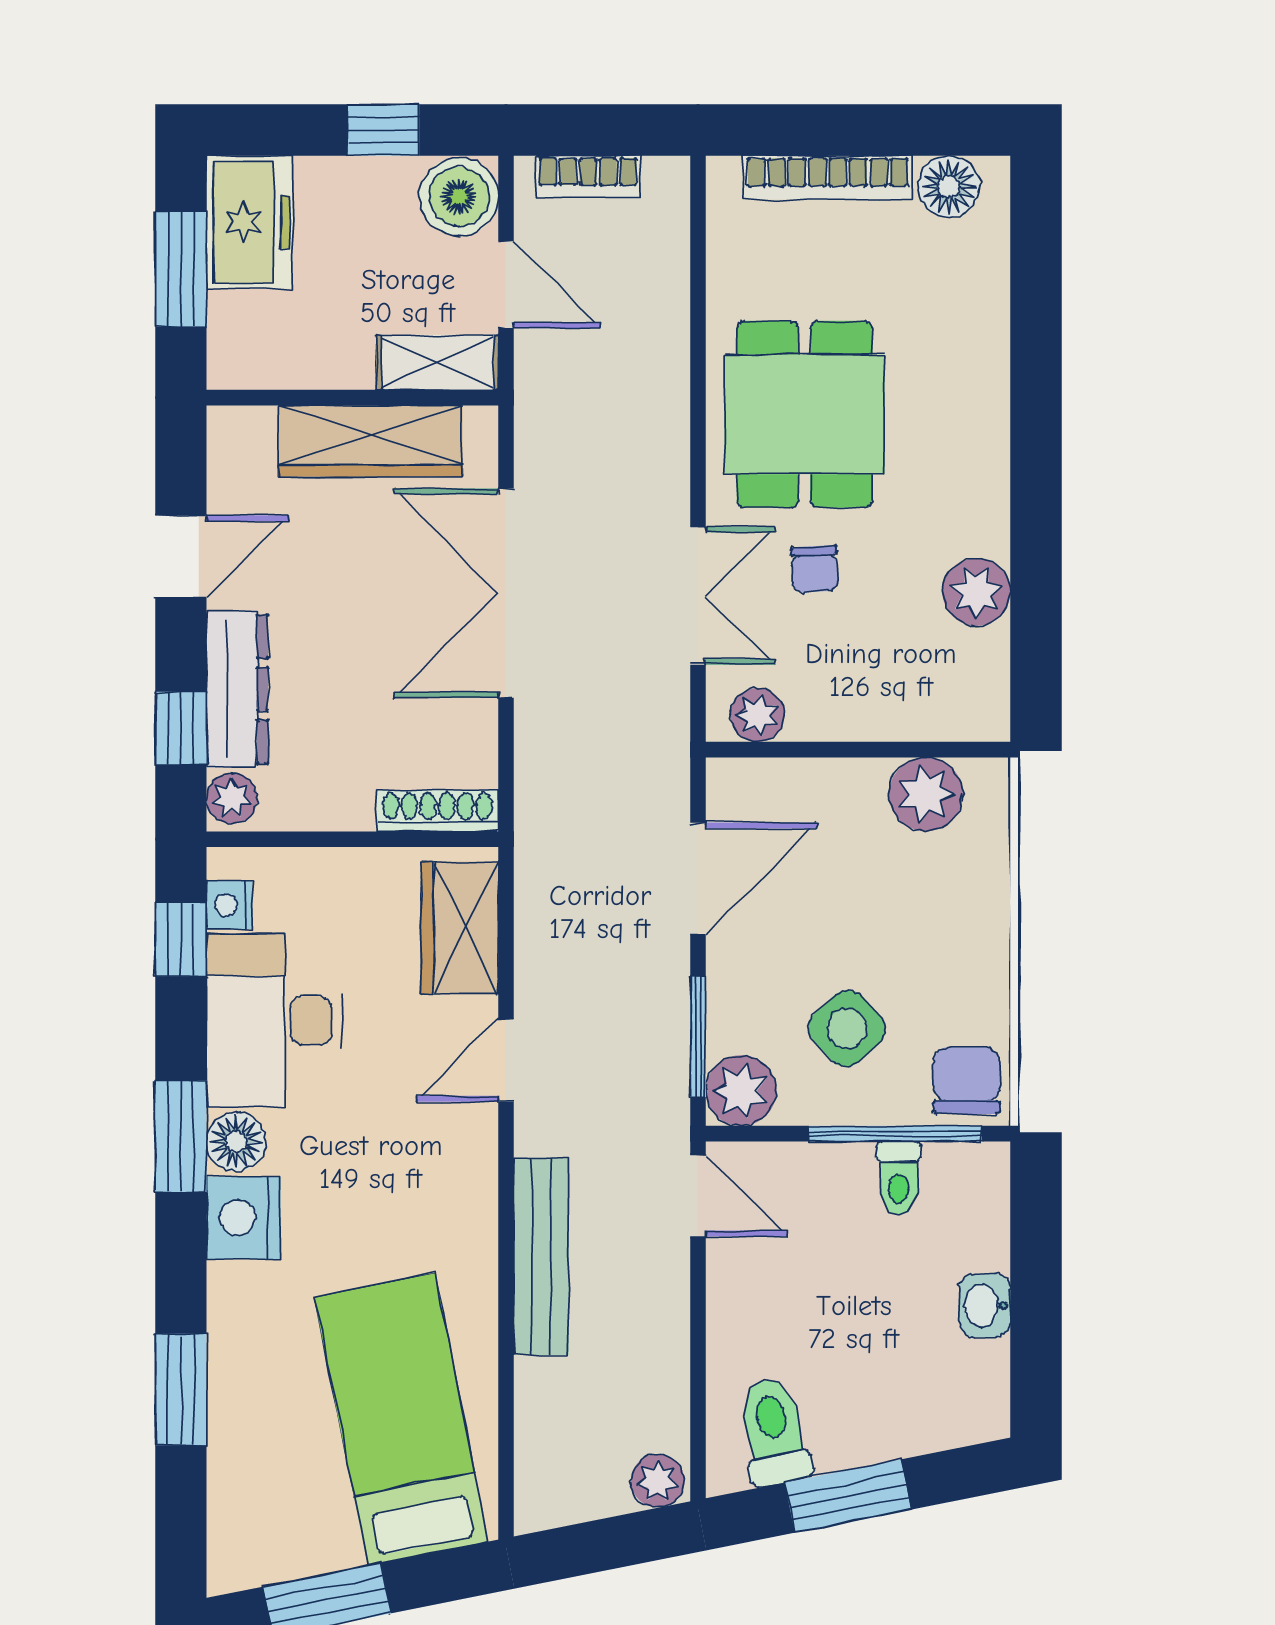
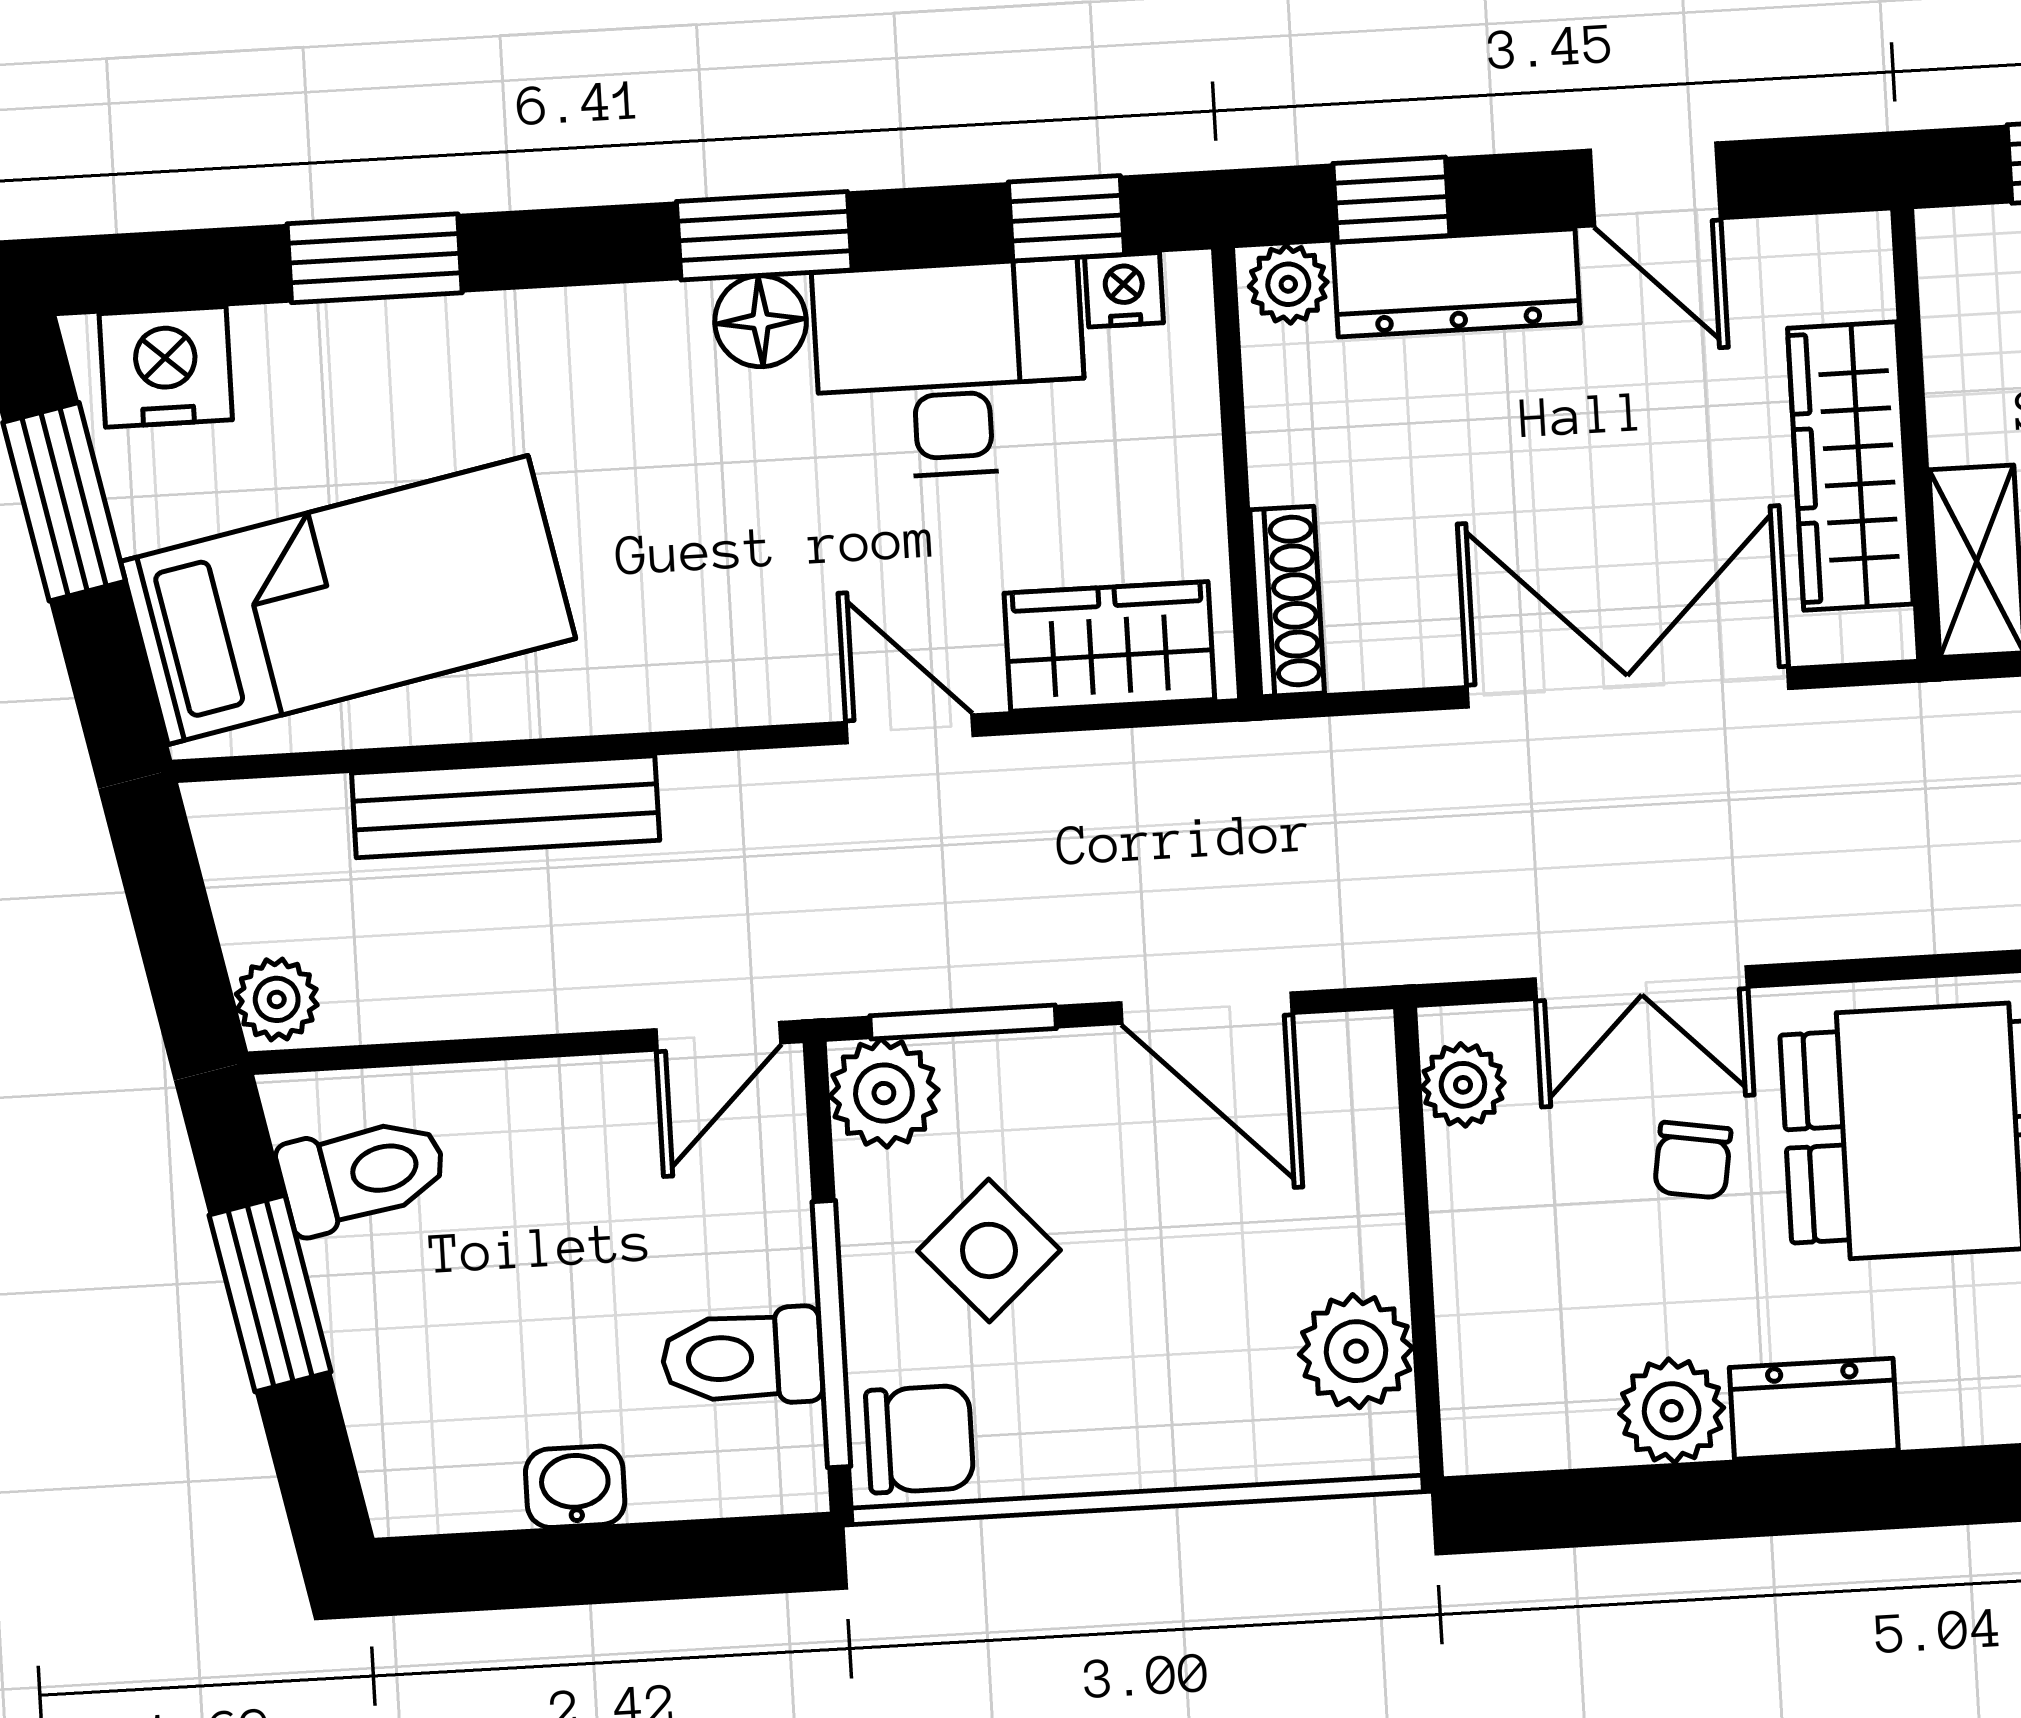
dresser: (980, 500) -> (1814, 1409), added
chair: (815, 569) -> (1693, 1160), turned -78
toilet: (899, 1178) -> (742, 1357), width x1.37, depth x1.39
nightstand: (243, 1218) -> (166, 367), moved
bench: (541, 1256) -> (506, 807), moved

